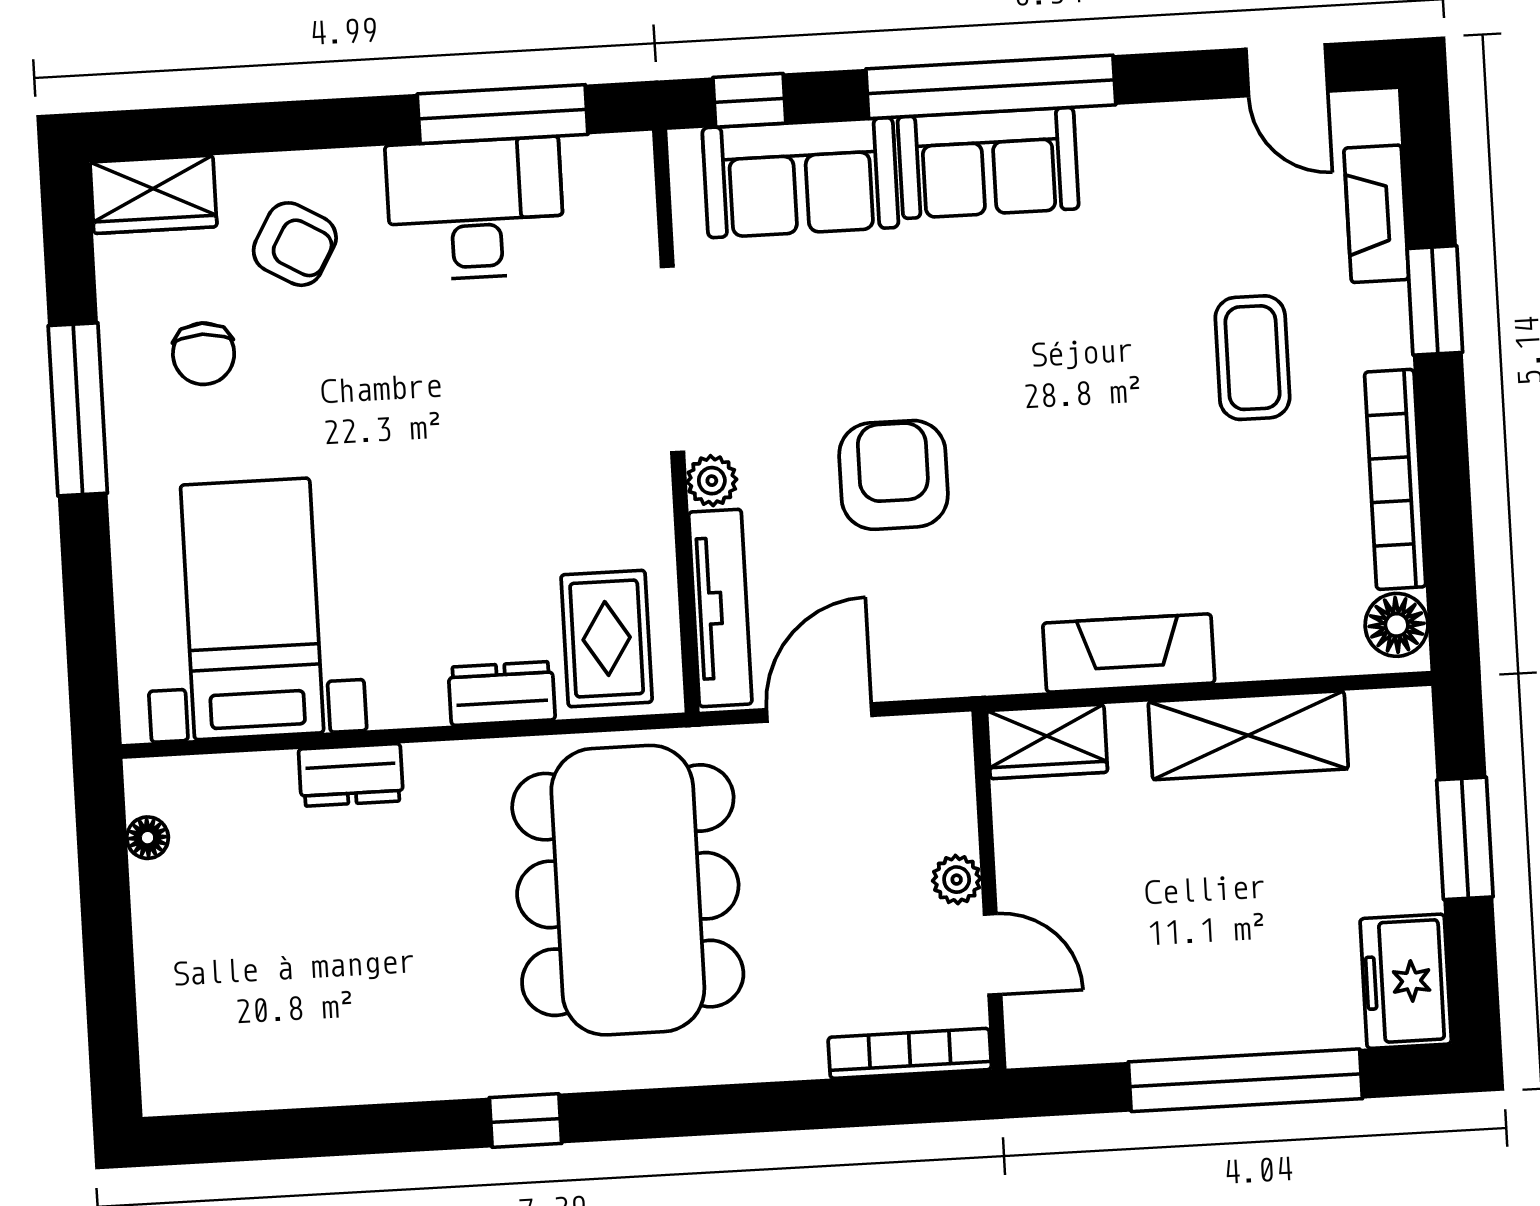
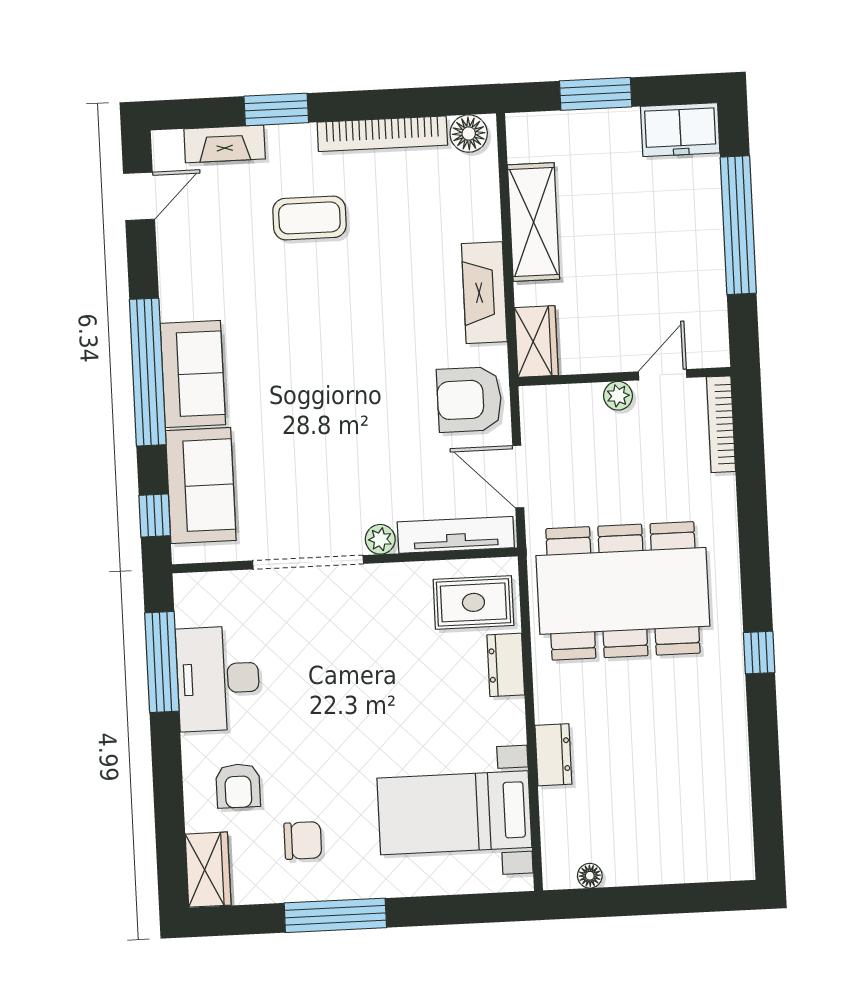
armchair: (295, 244) -> (238, 786), turned 150
armchair: (893, 475) -> (469, 399), moved

